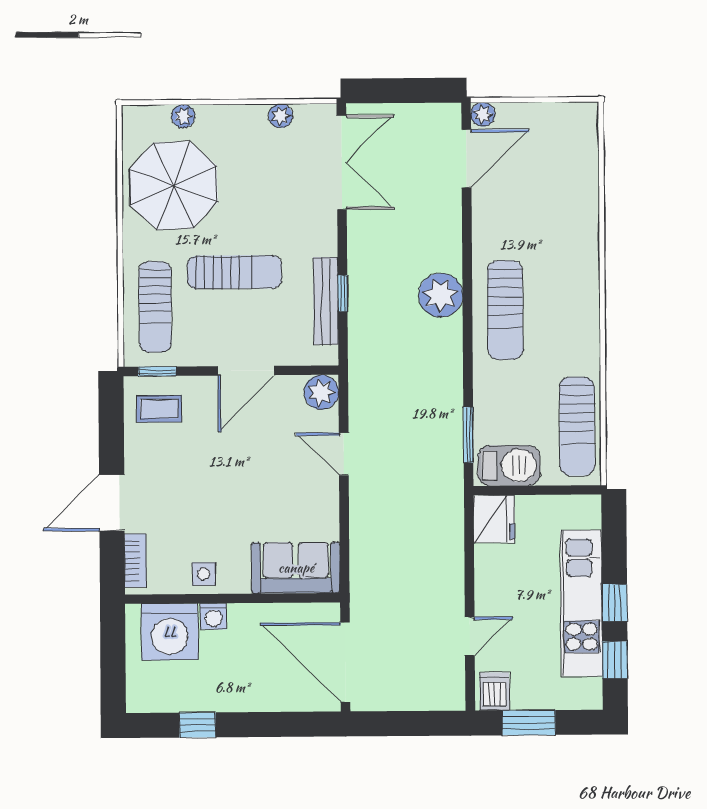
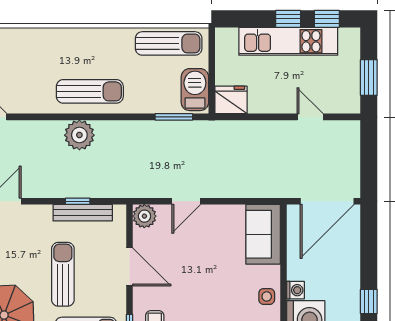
dishwasher: (495, 691) -> (347, 100), removed

